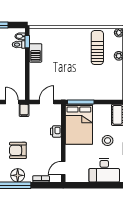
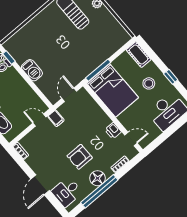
barbecue: (36, 53) -> (32, 70), moved
printer: (56, 131) -> (113, 131), moved
door: (63, 168) -> (131, 139), swing flipped

